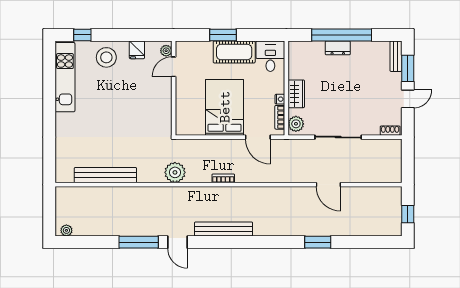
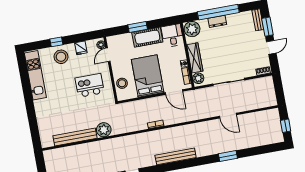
window: (82, 35) -> (56, 42), moved
plant: (300, 52) -> (192, 29), added
wardrobe: (296, 94) -> (195, 58), width x1.50
kitchen island: (140, 106) -> (90, 85), added
stool: (186, 111) -> (122, 83), added
plant: (175, 172) -> (104, 130), moved
bench: (224, 229) -> (176, 156), moved

